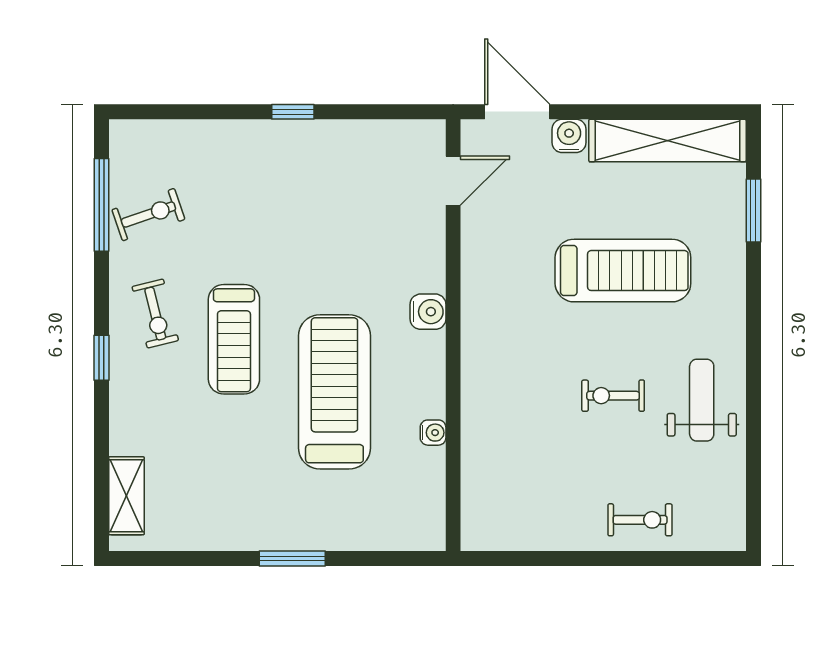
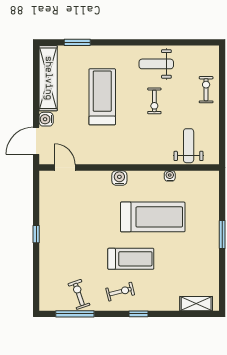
treadmill: (334, 392) -> (153, 217), turned 180
weight bench: (506, 478) -> (189, 146), added

